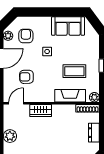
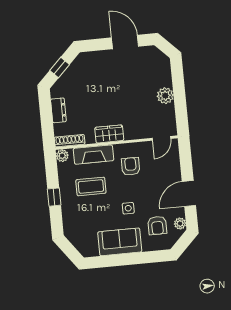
sofa: (68, 26) -> (120, 242), moved
armchair: (26, 77) -> (131, 166), moved, turned -89
wardrobe: (41, 111) -> (109, 134), moved

